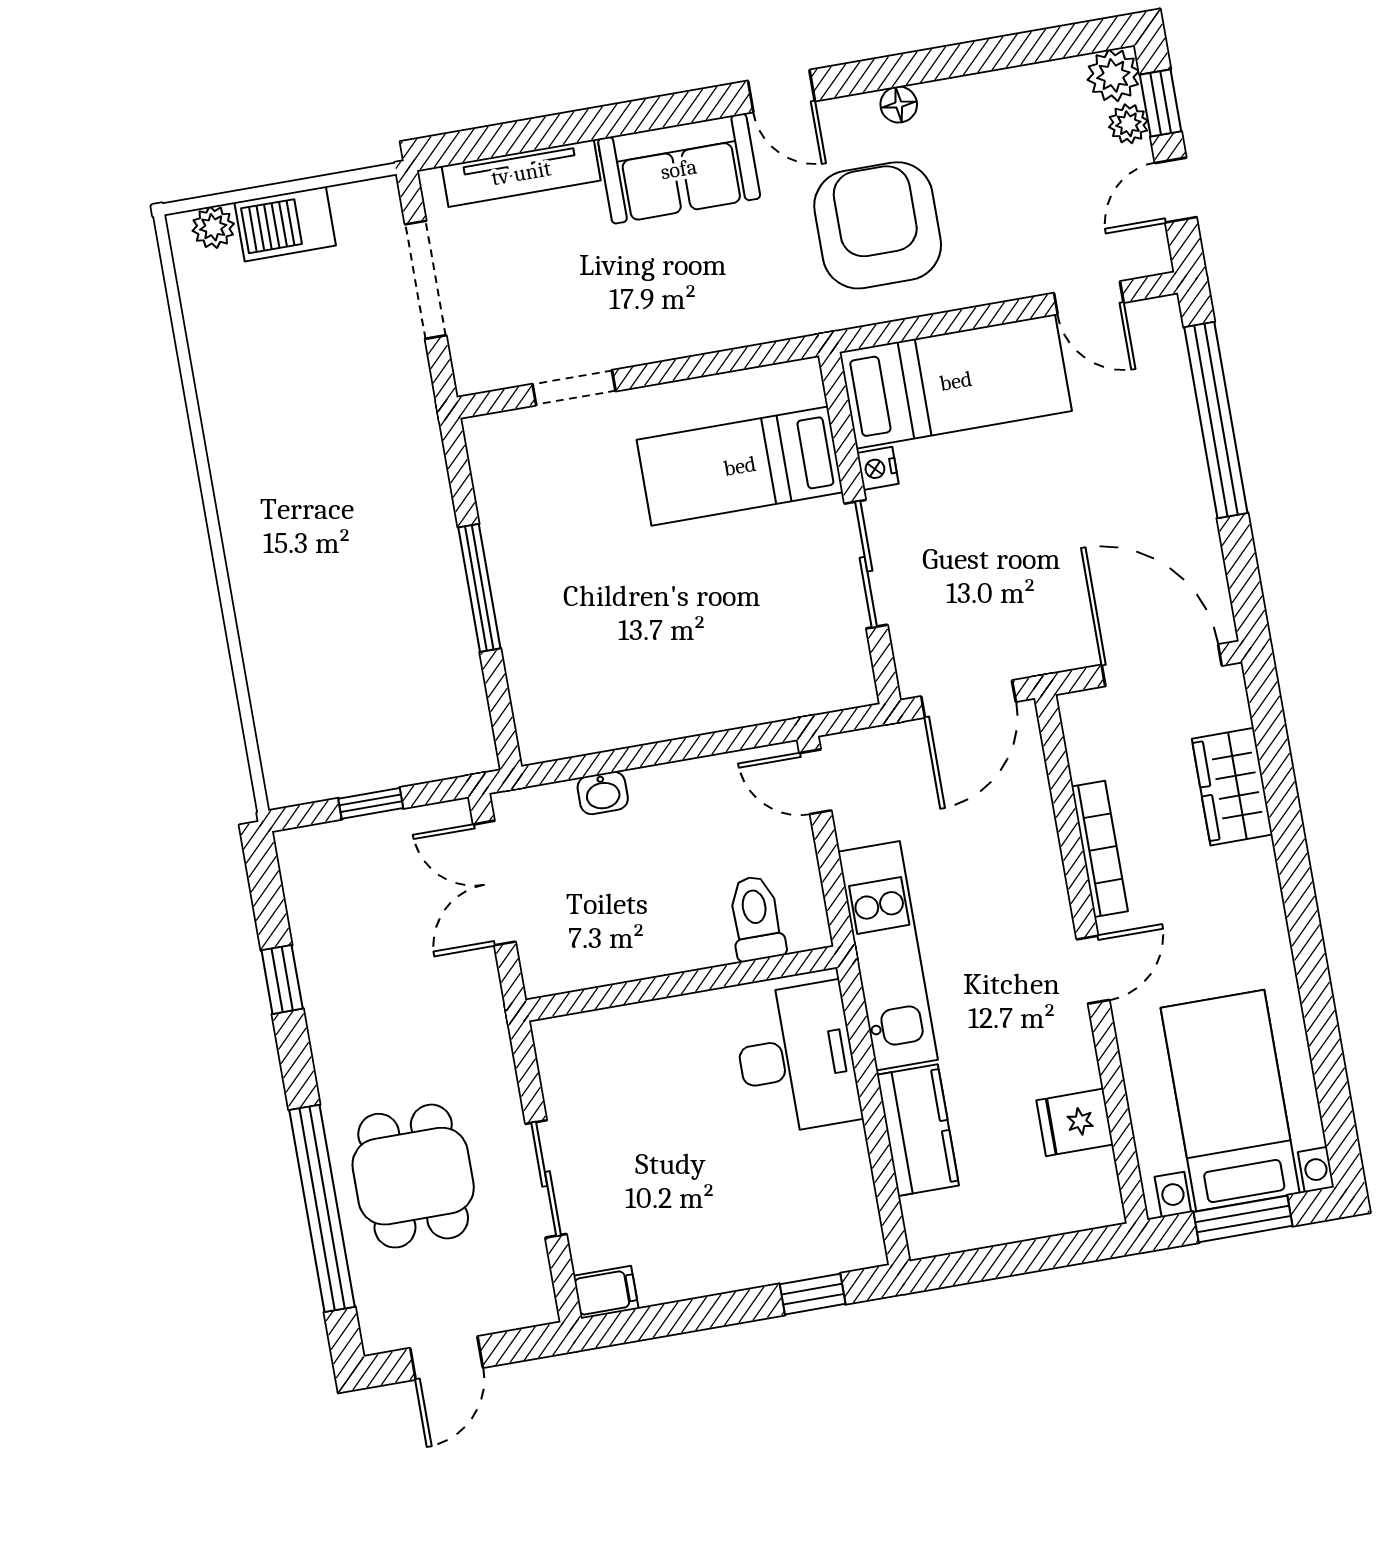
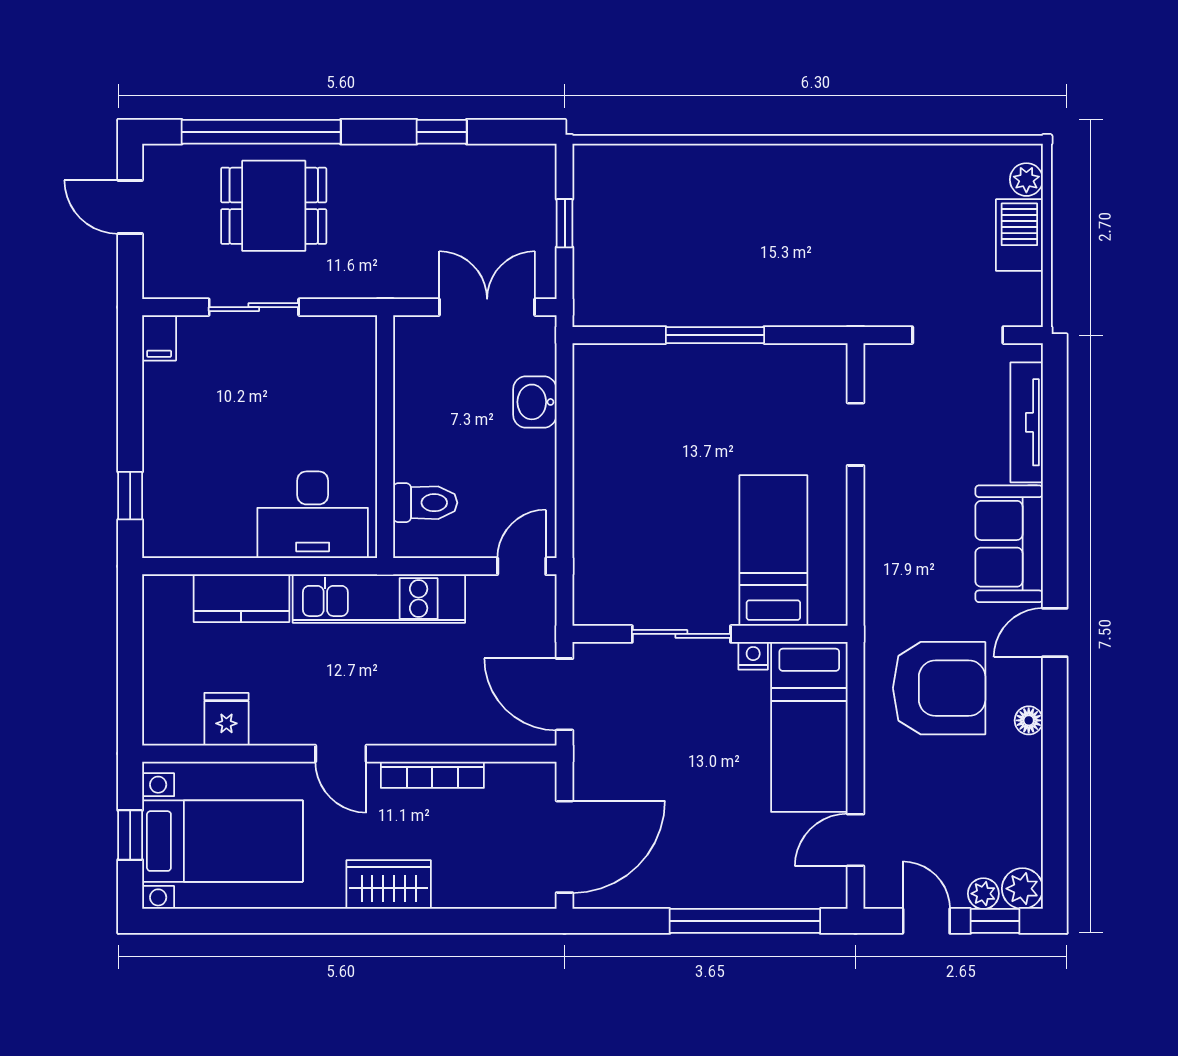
wardrobe: (1232, 787) -> (389, 885), moved
washbasin: (603, 793) -> (535, 402), width x1.38, depth x1.45
window: (1243, 1219) -> (130, 835), width x0.67

